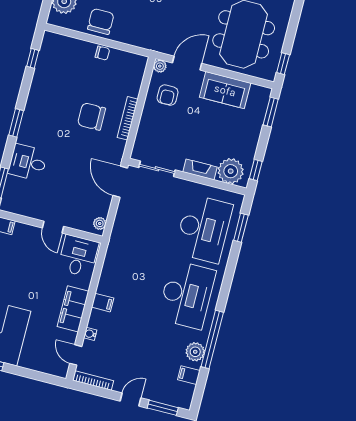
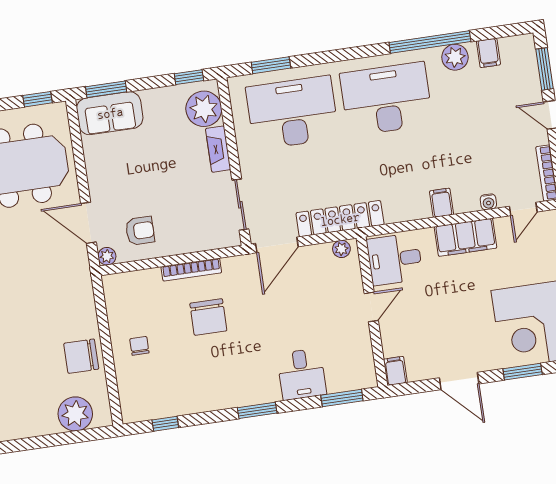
chair: (102, 53) -> (139, 346), moved
sofa: (225, 90) -> (110, 113), moved, turned 90
locker: (120, 231) -> (340, 219), added

